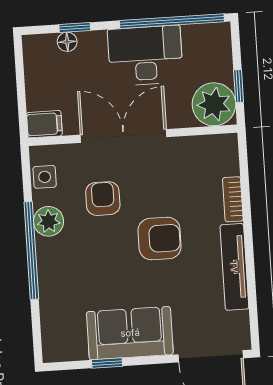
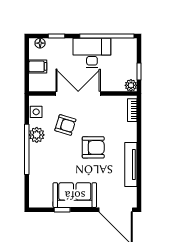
floor lamp: (67, 42) -> (40, 43), moved
plant: (214, 104) -> (131, 85), width x0.53, depth x0.53
filing cabinet: (44, 124) -> (38, 66), moved
armchair: (103, 199) -> (65, 125), turned 107
bookcase: (233, 199) -> (132, 110), moved

